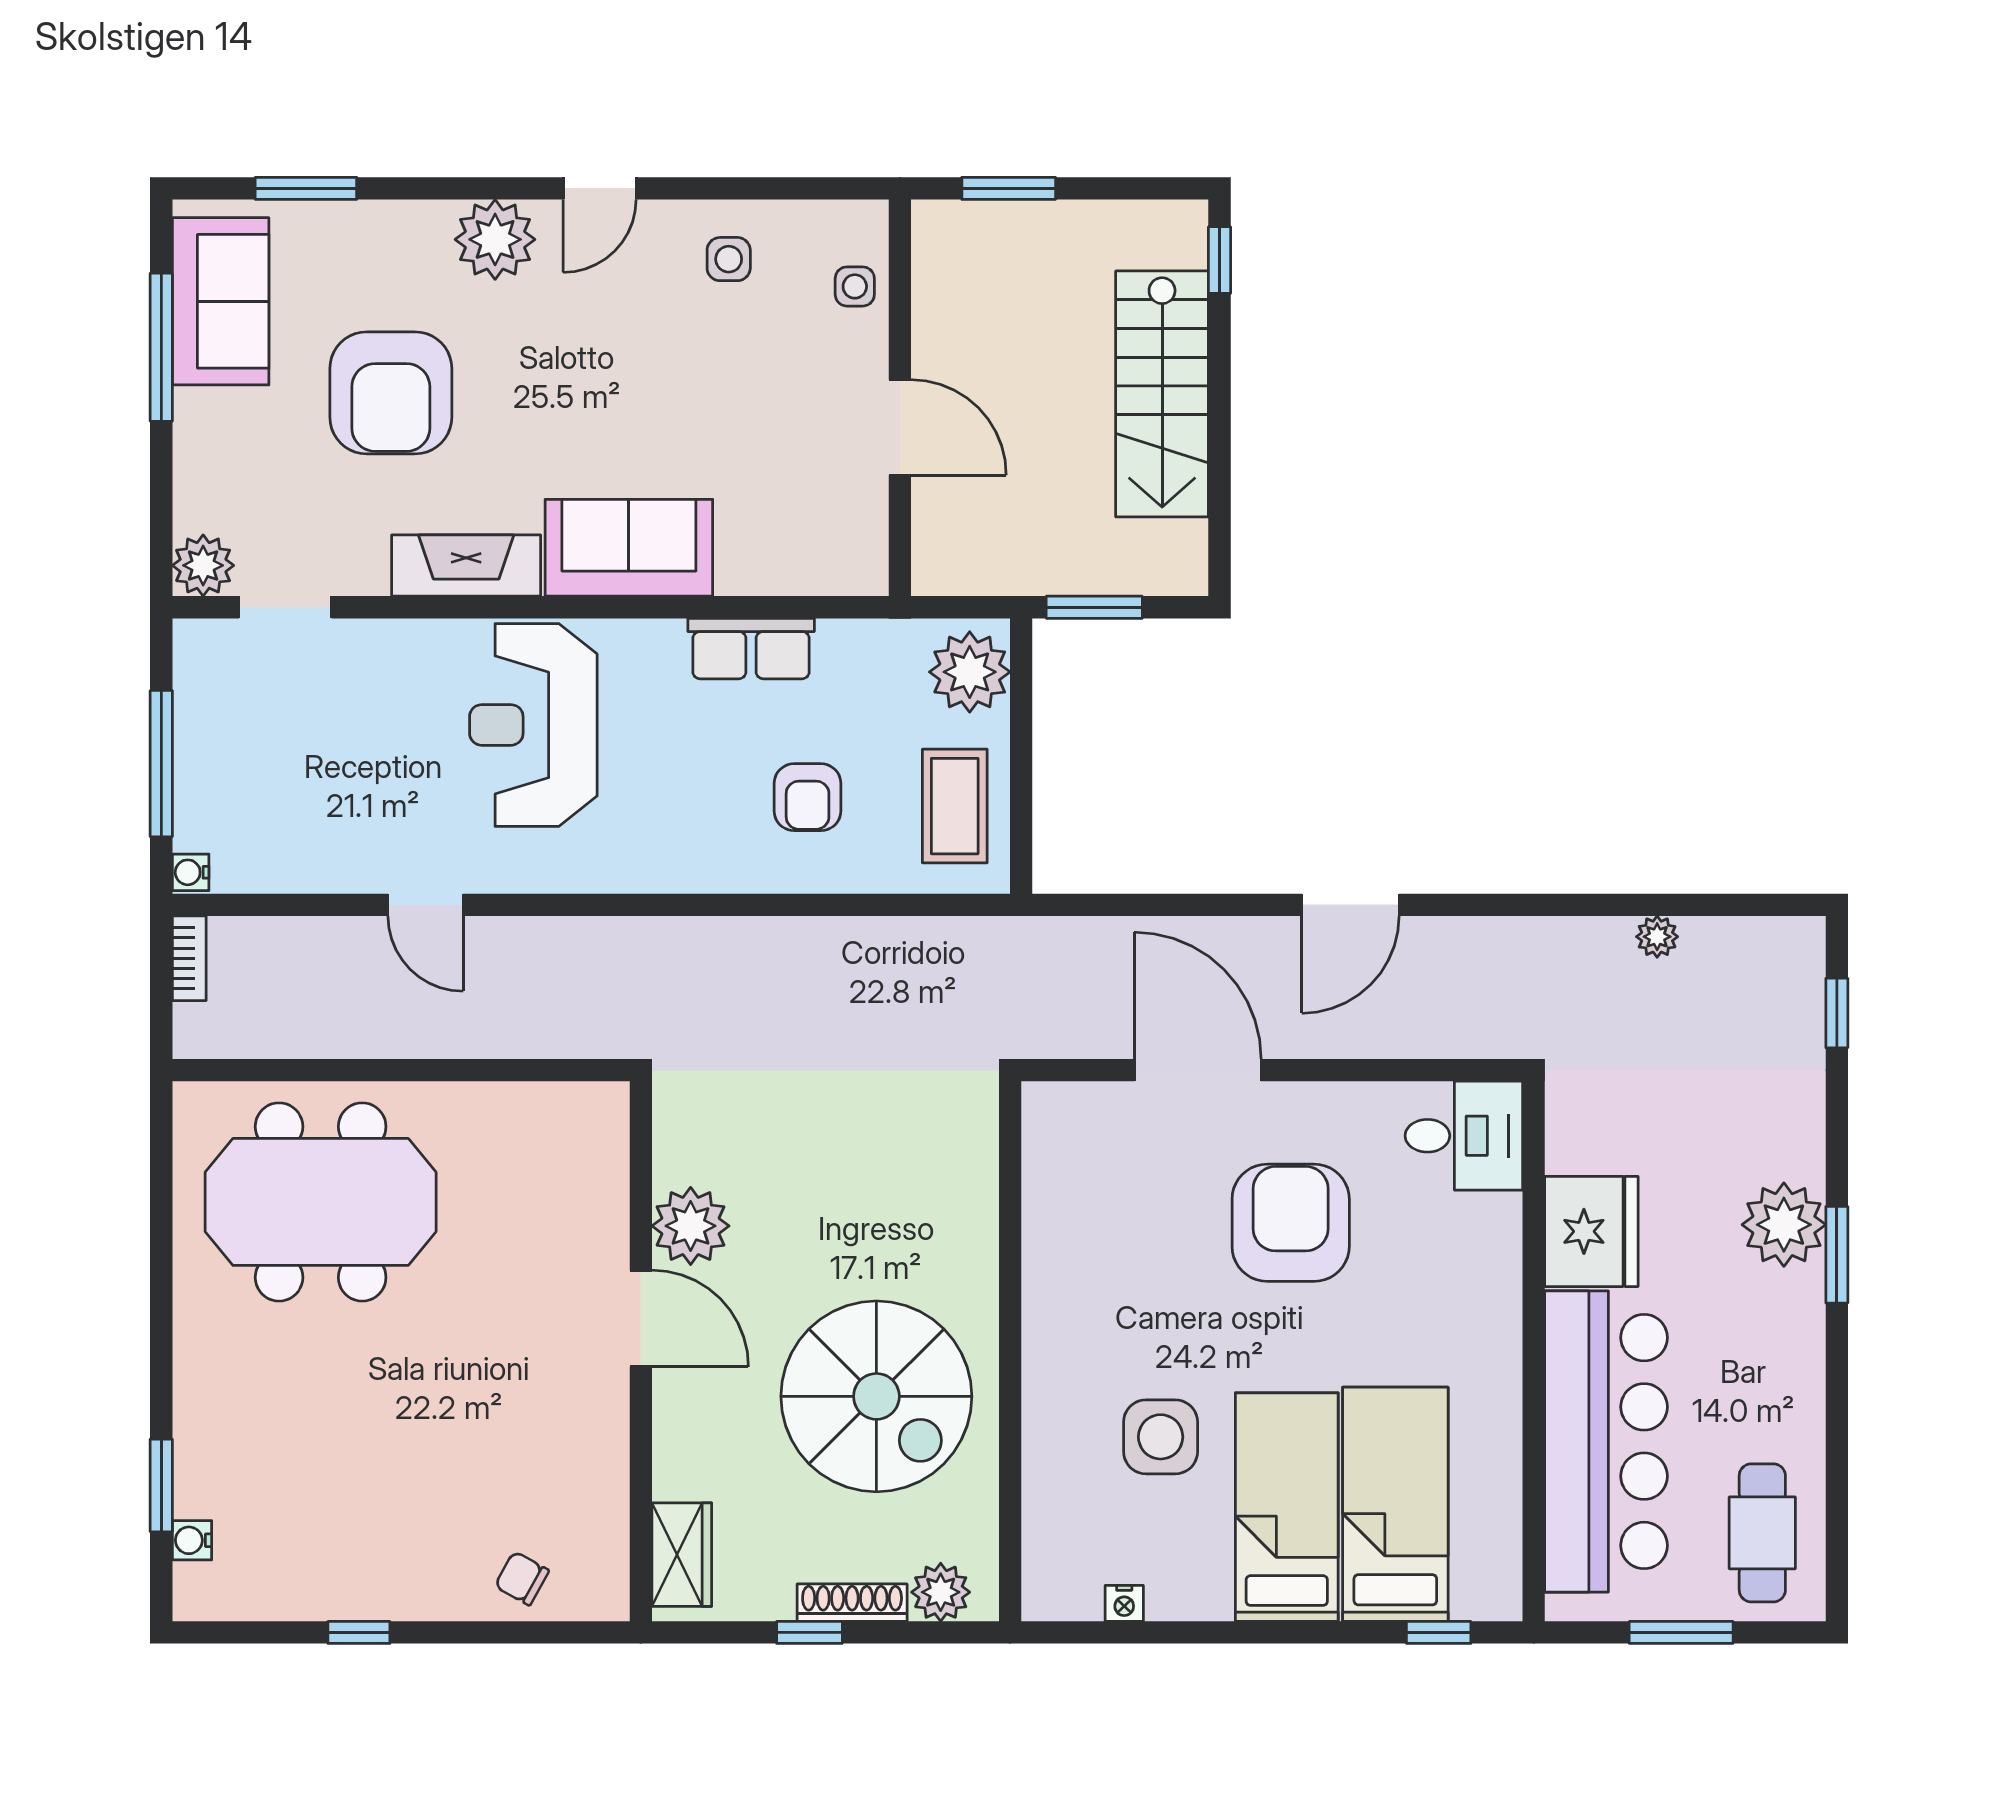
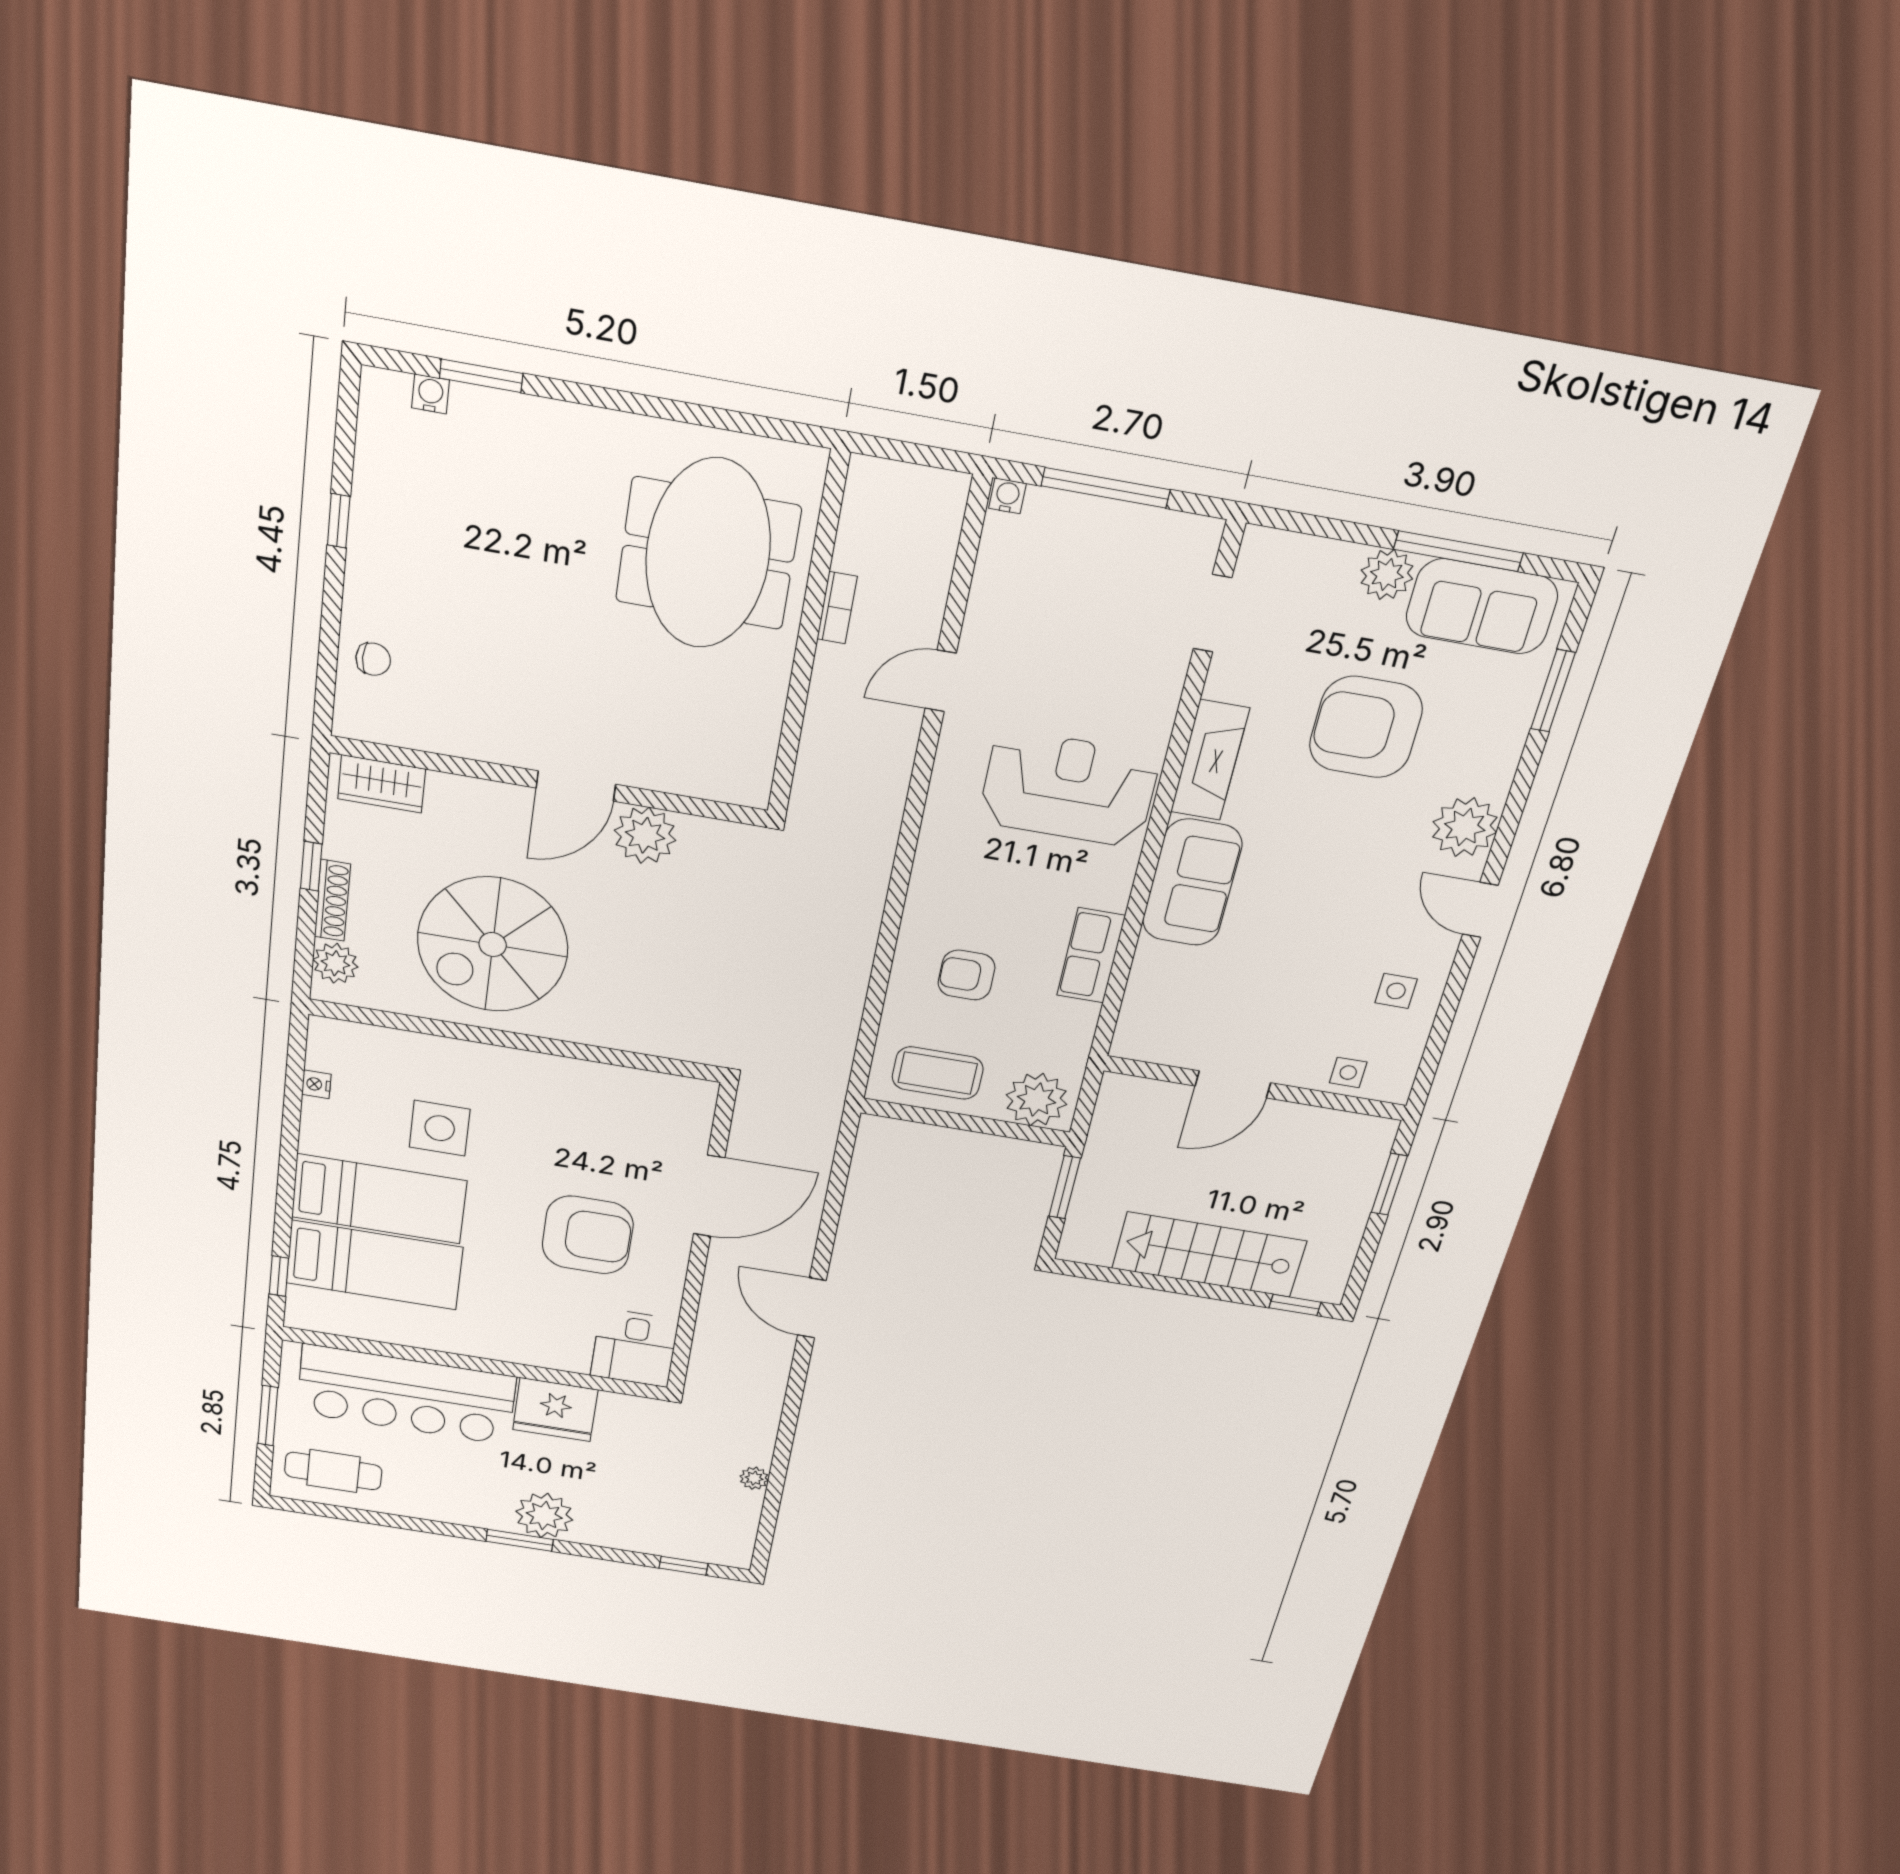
plant: (203, 565) -> (1387, 574), moved
bookcase: (189, 958) -> (837, 608), moved, turned -90
chair: (522, 1578) -> (373, 659), turned 61

